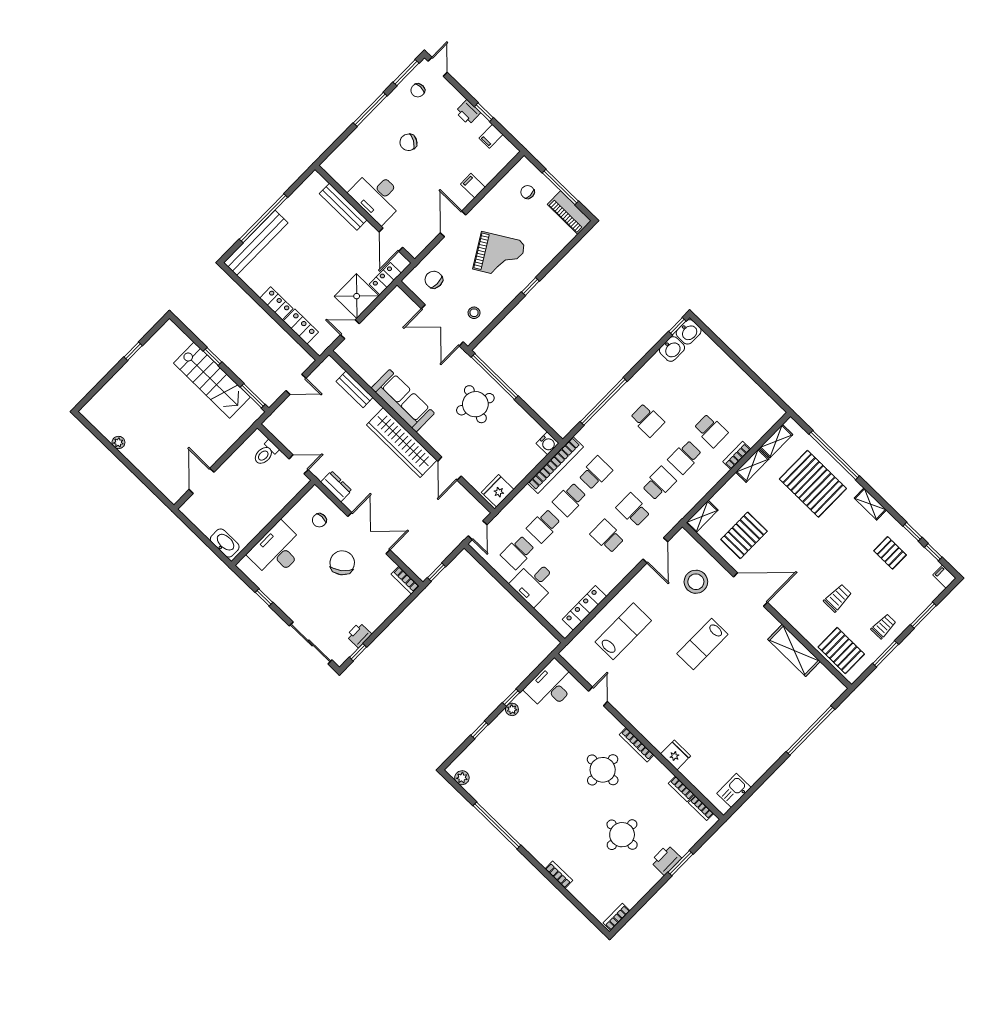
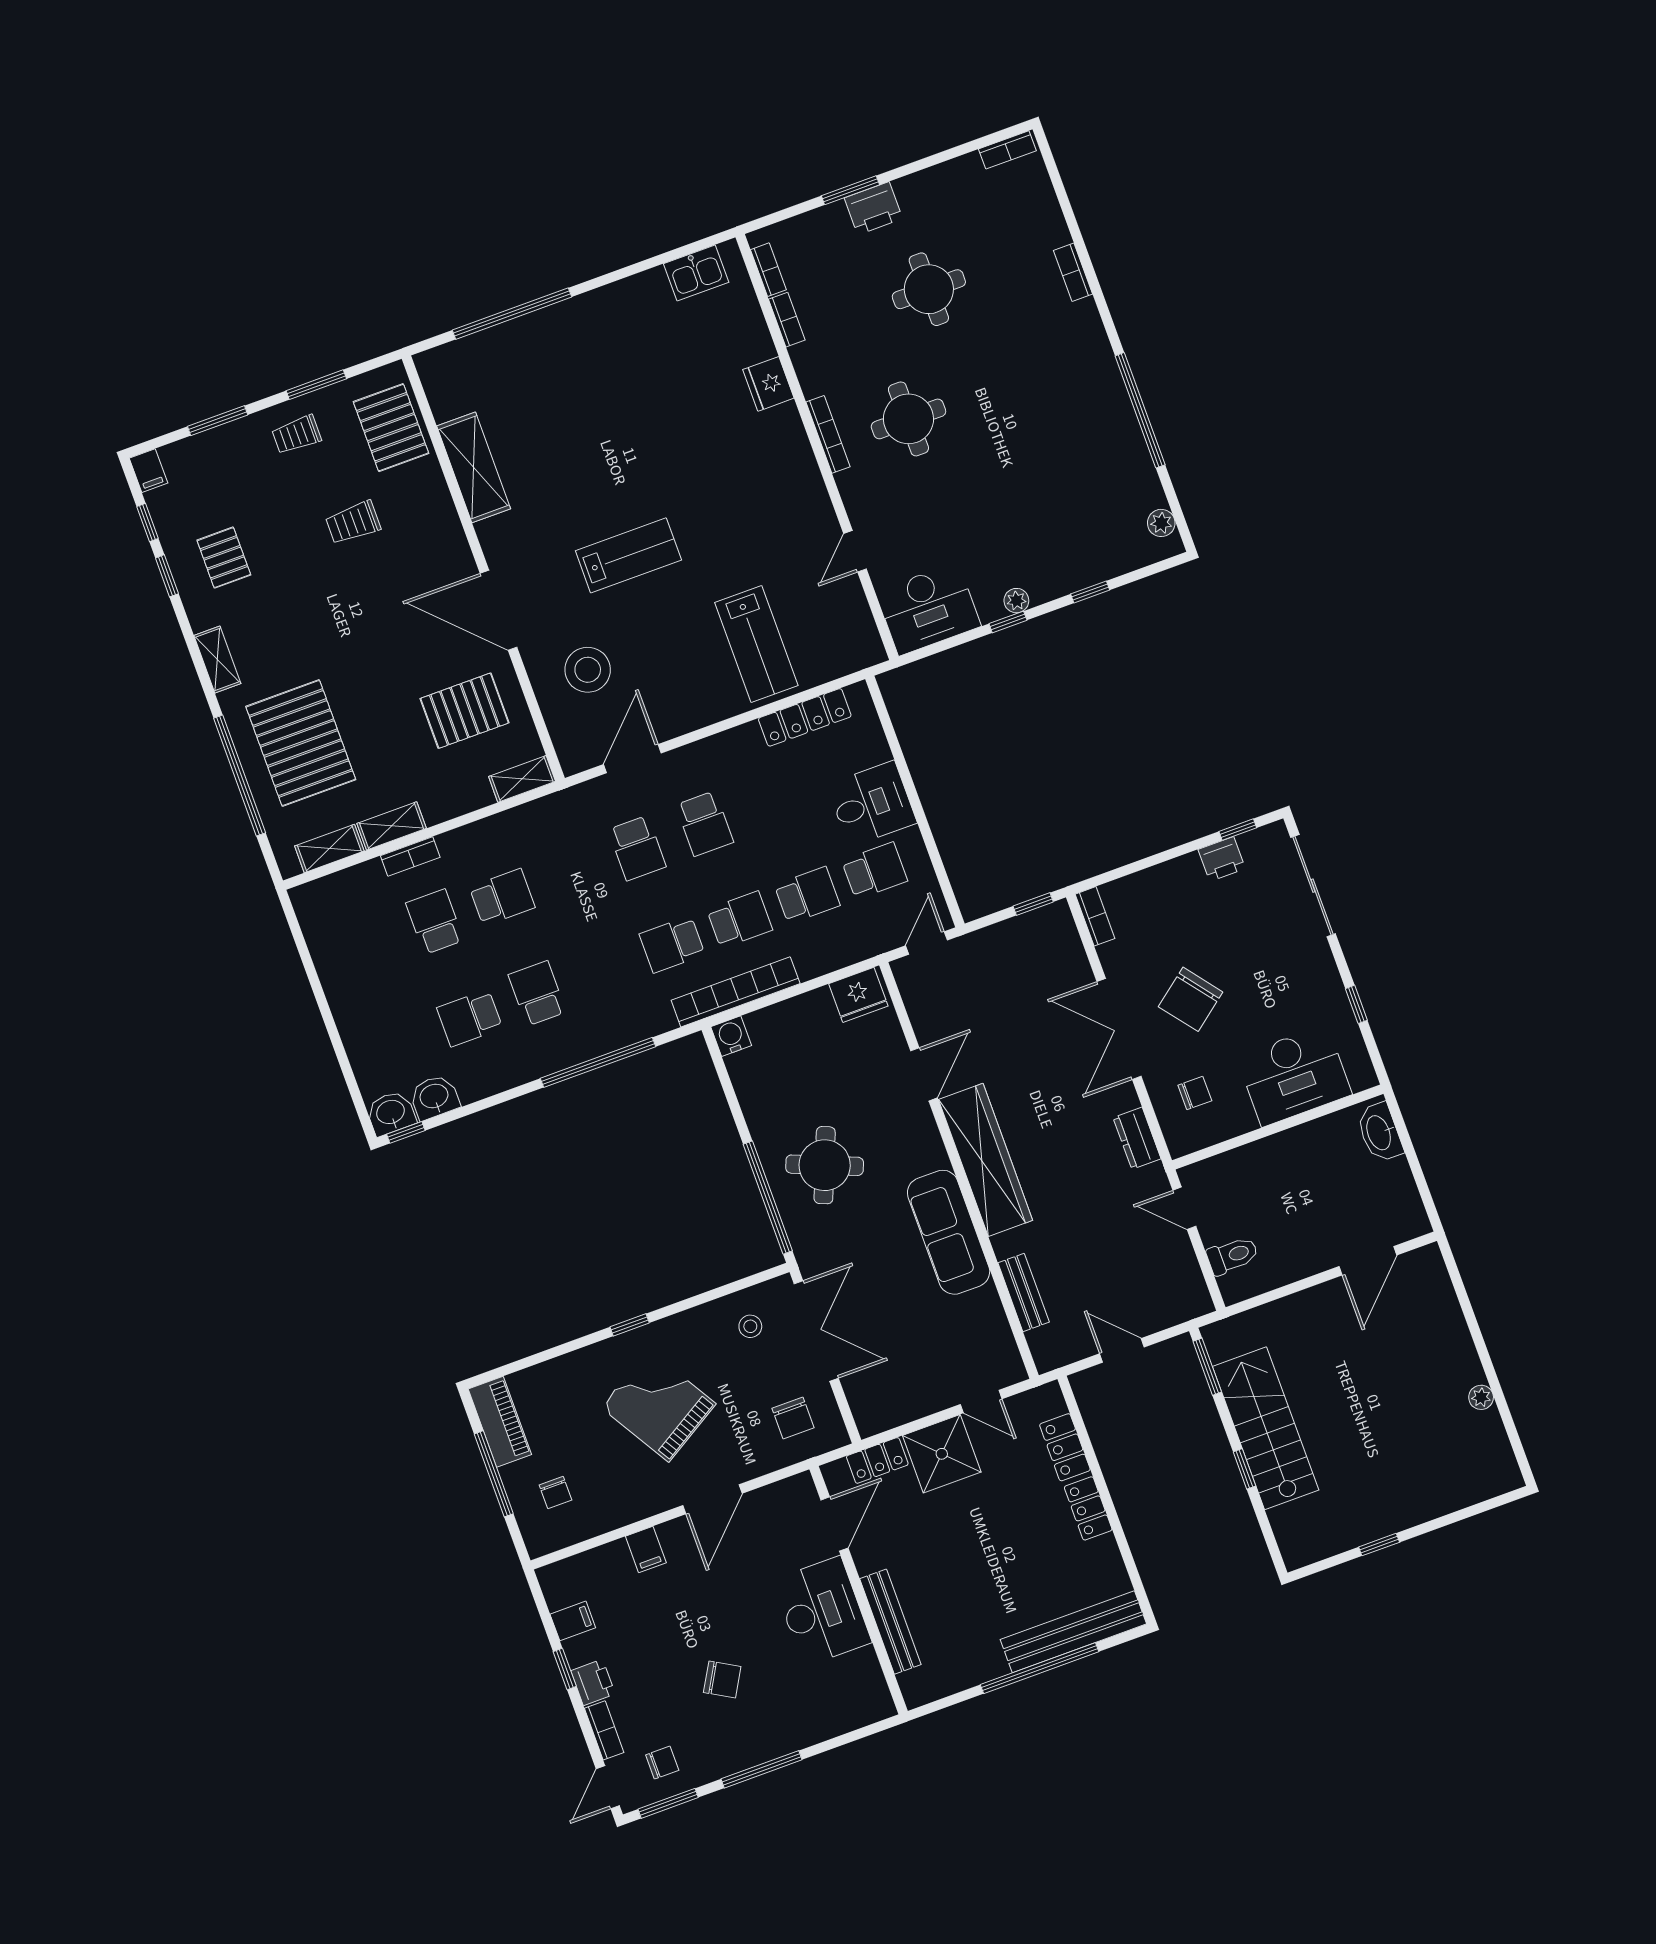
bookcase: (452, 92) -> (604, 1730), added
school desk: (659, 483) -> (470, 1018), moved
lab bench: (623, 631) -> (756, 644), turned -90

